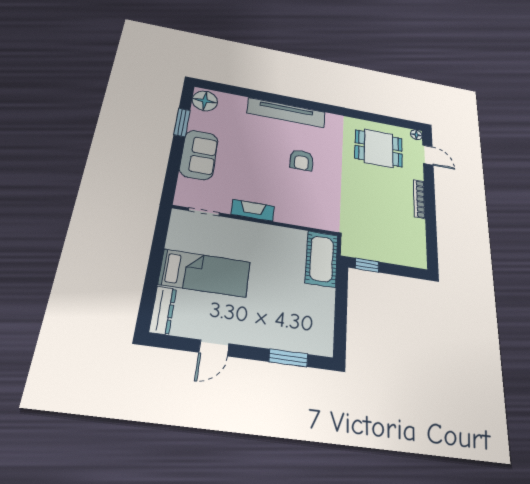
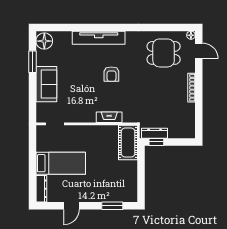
fireplace: (253, 210) -> (109, 117), moved
dresser: (364, 252) -> (155, 133), added

